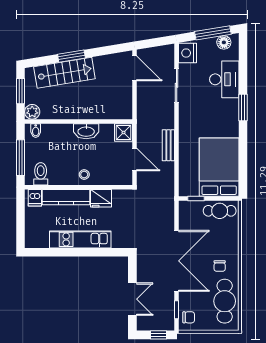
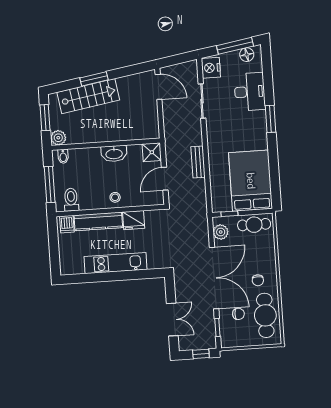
door: (135, 160) -> (165, 179), swing flipped
plant: (186, 216) -> (221, 232), added
chair: (189, 317) -> (238, 314), moved

